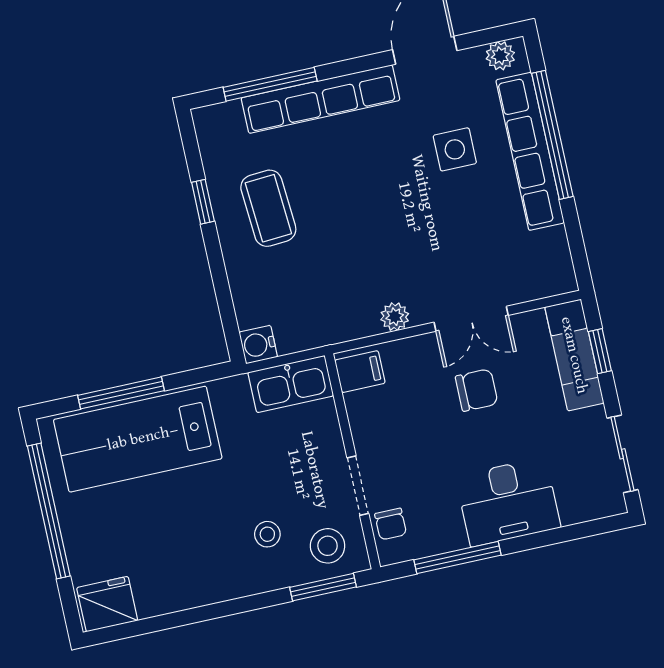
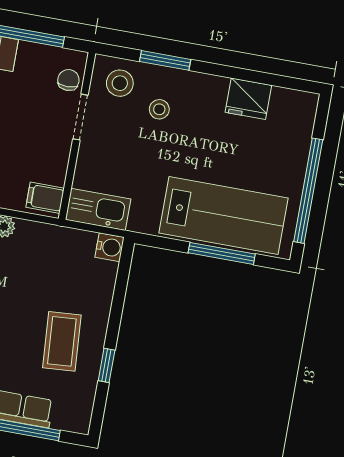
window: (323, 587) -> (165, 60), moved
fridge: (107, 604) -> (248, 99), moved

